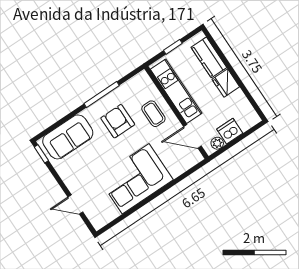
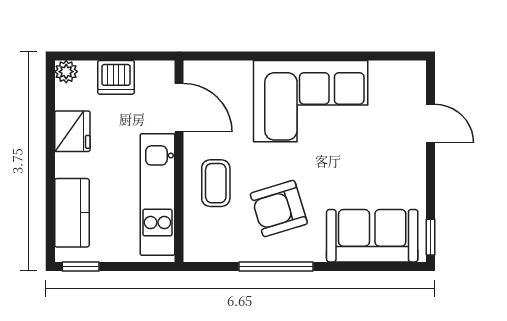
window: (173, 47) -> (81, 266), moved
fridge: (226, 83) -> (72, 131), moved
armchair: (118, 121) -> (279, 209), turned 73
plant: (217, 143) -> (66, 72), moved

